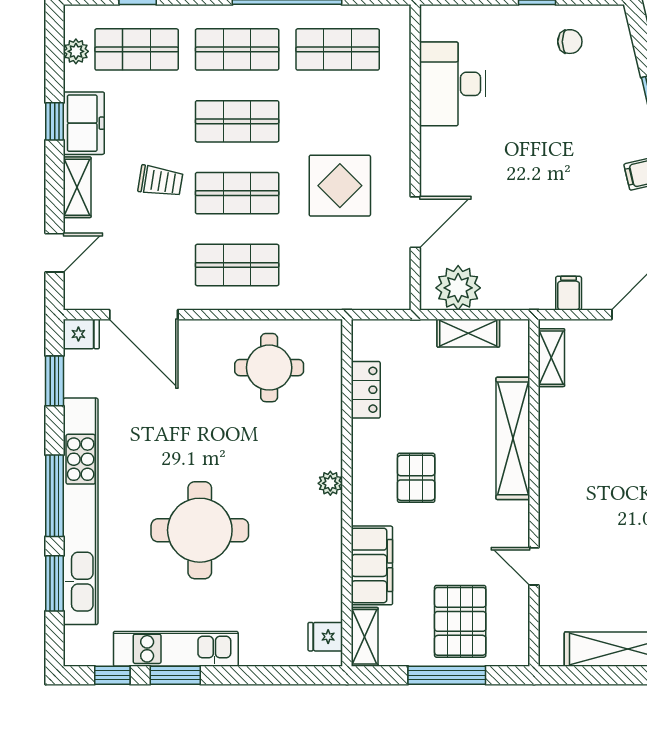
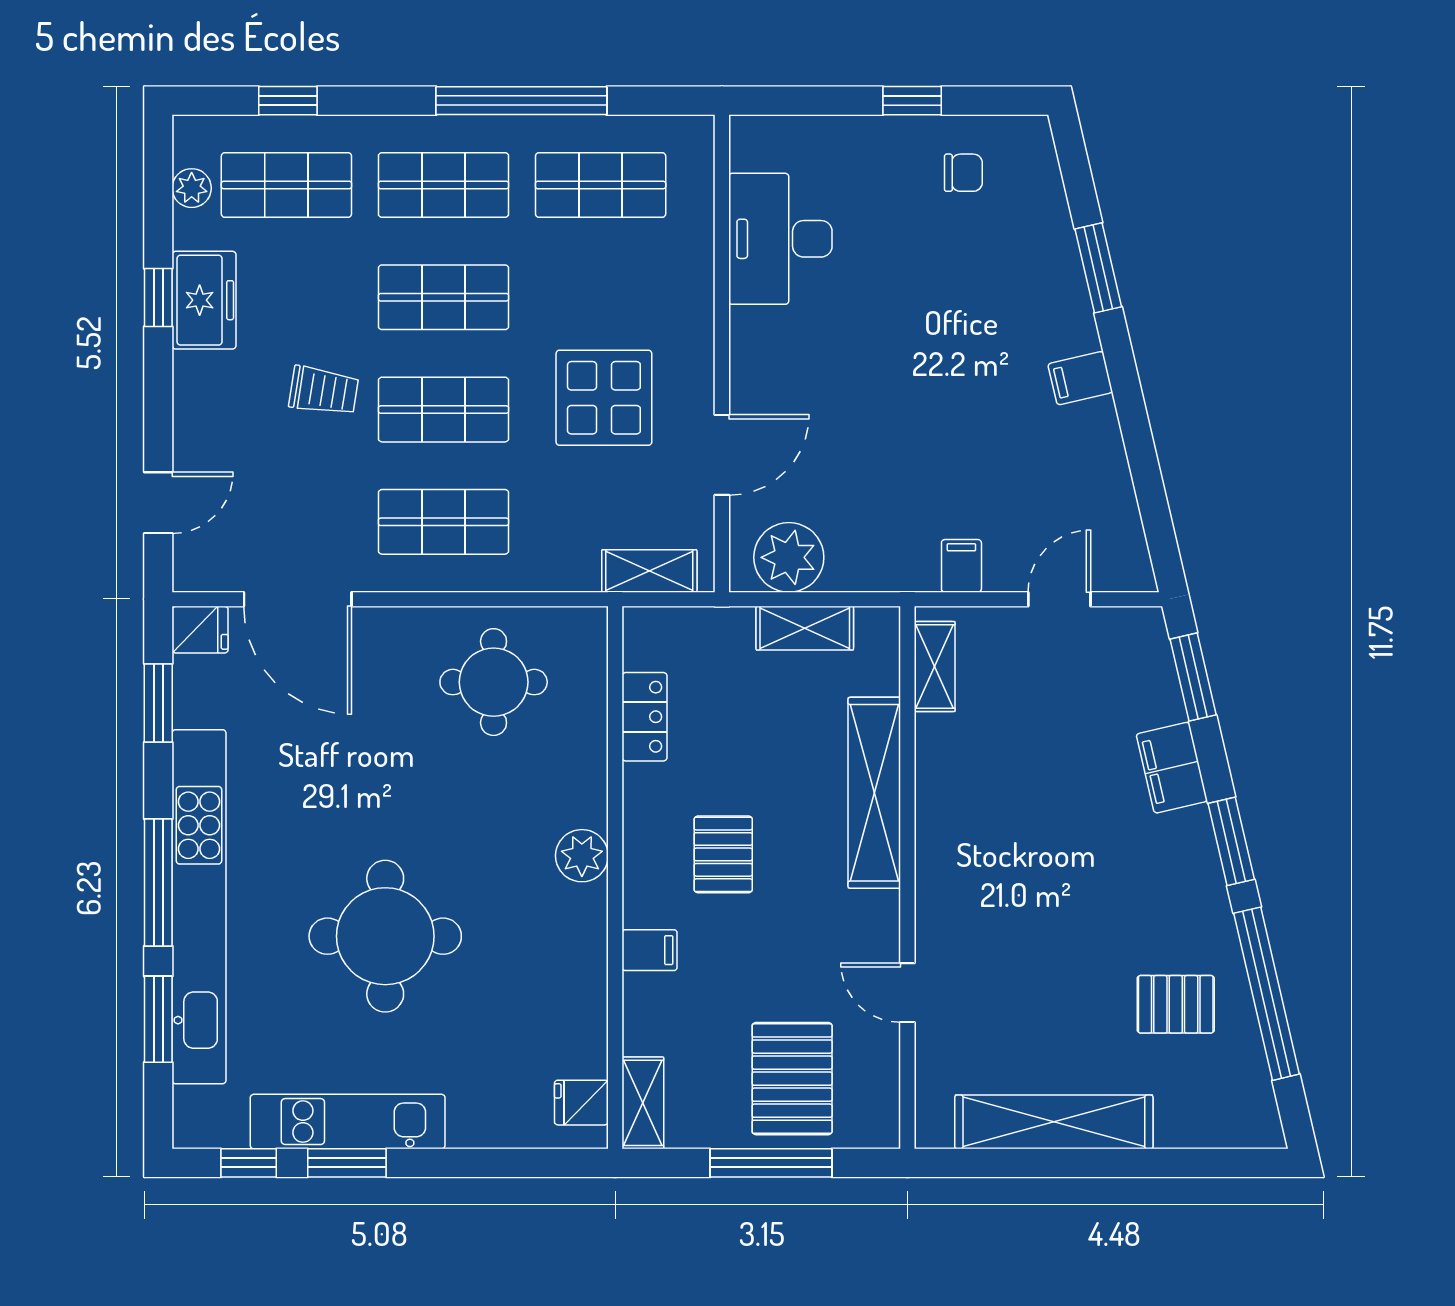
shelving: (77, 187) -> (649, 571), moved, turned 90
plant: (330, 483) -> (582, 856), width x1.38, depth x1.38
filing cabinet: (372, 565) -> (650, 950), width x0.33, depth x0.86

